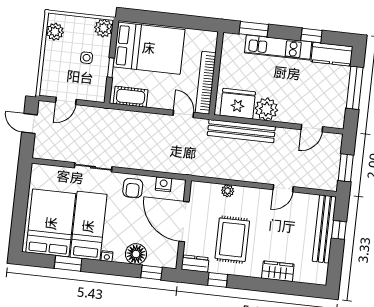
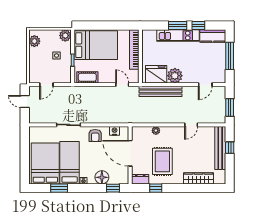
window: (254, 29) -> (178, 26), moved
bookcase: (206, 83) -> (134, 49), moved
wardrobe: (278, 271) -> (199, 178), width x1.50

